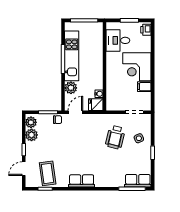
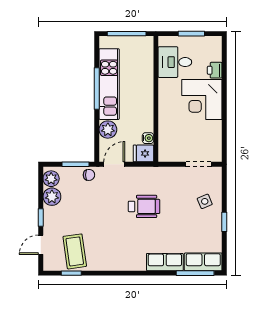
printer: (146, 30) -> (215, 70), moved
filing cabinet: (144, 87) -> (213, 128), removed
wheelchair: (115, 137) -> (144, 206), moved, turned -103
row of seats: (82, 181) -> (165, 262), moved

